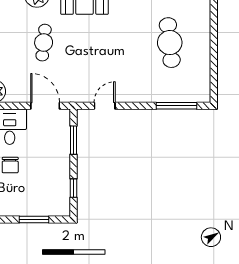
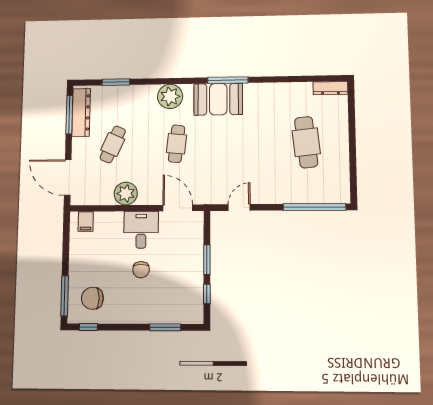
window: (176, 106) -> (314, 207), width x1.46
window: (74, 140) -> (207, 260), moved

